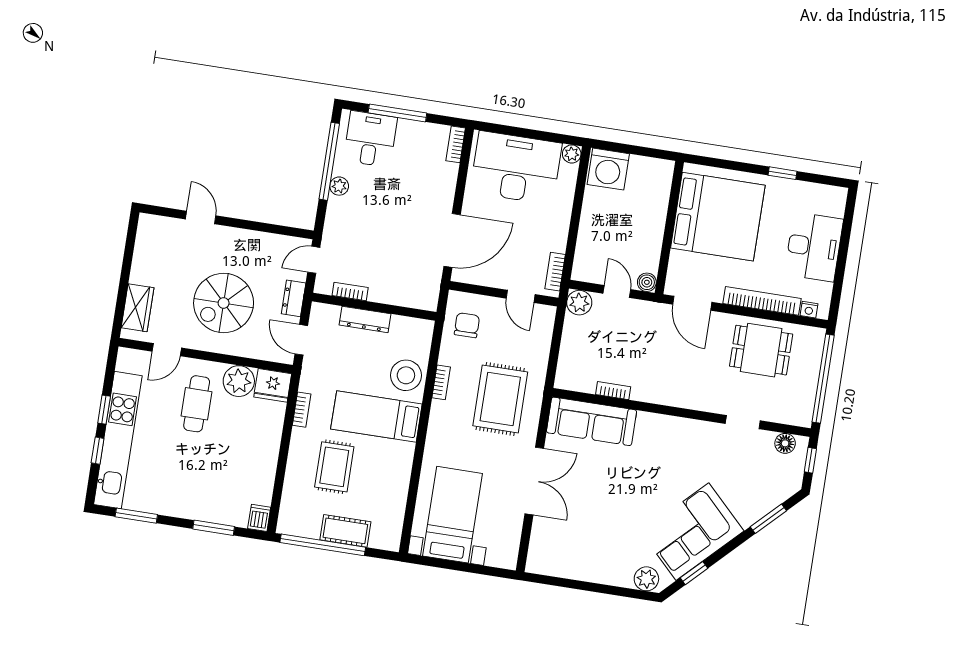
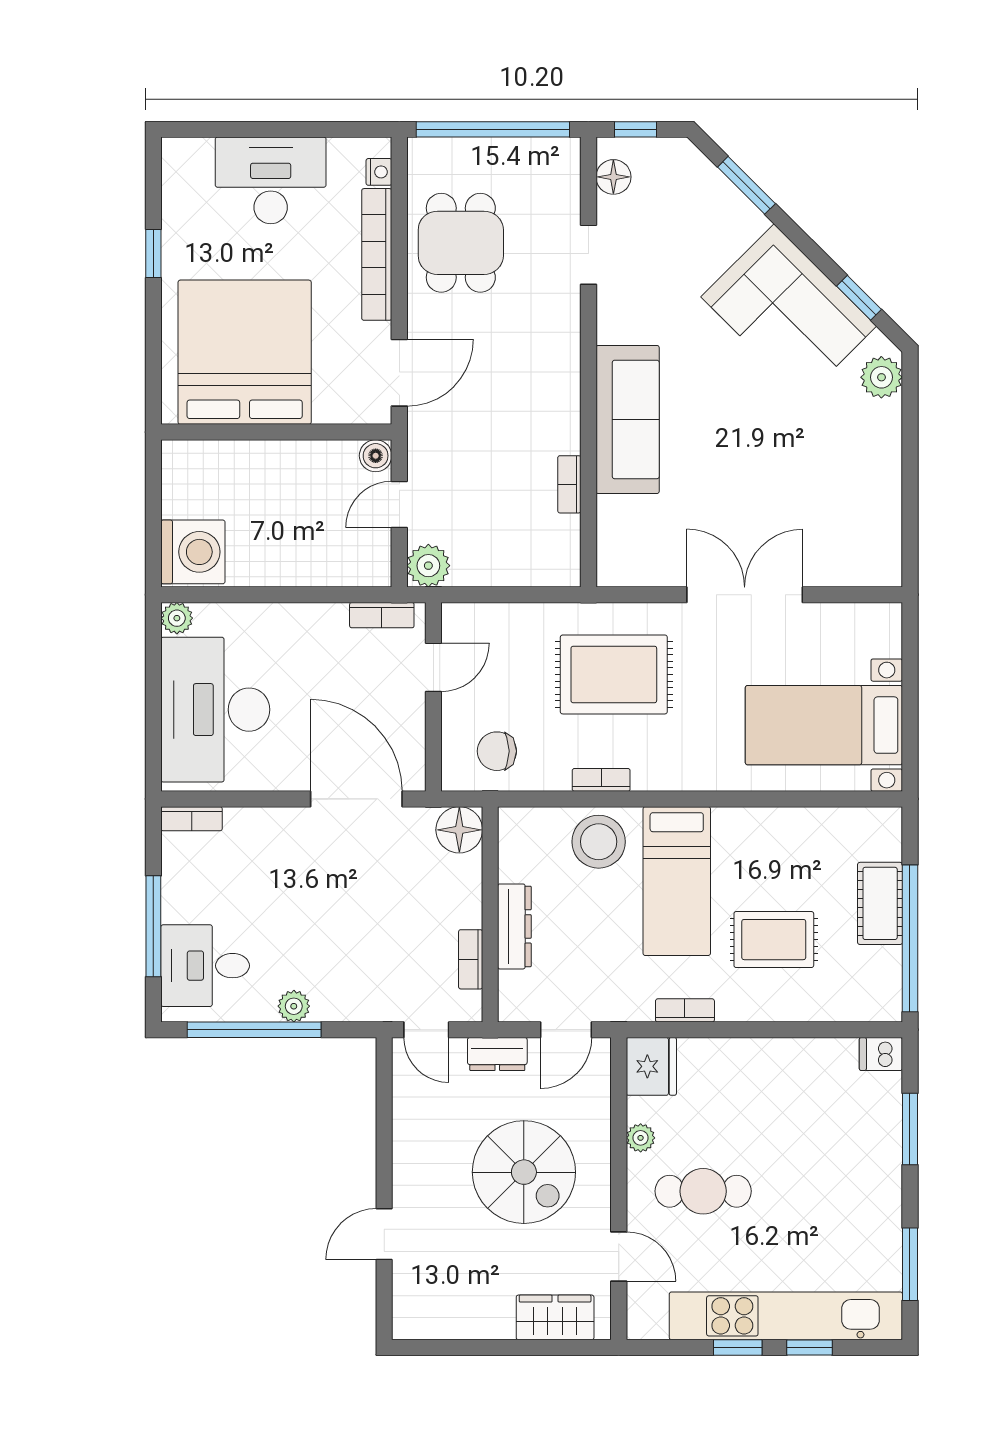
floor lamp: (425, 297) -> (459, 830), added
plant: (239, 381) -> (641, 1138), width x0.53, depth x0.53
sofa: (592, 421) -> (628, 419), moved

